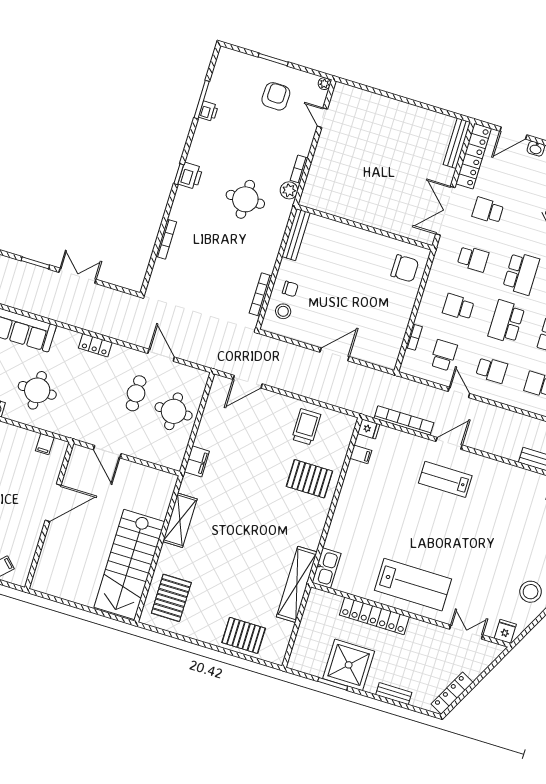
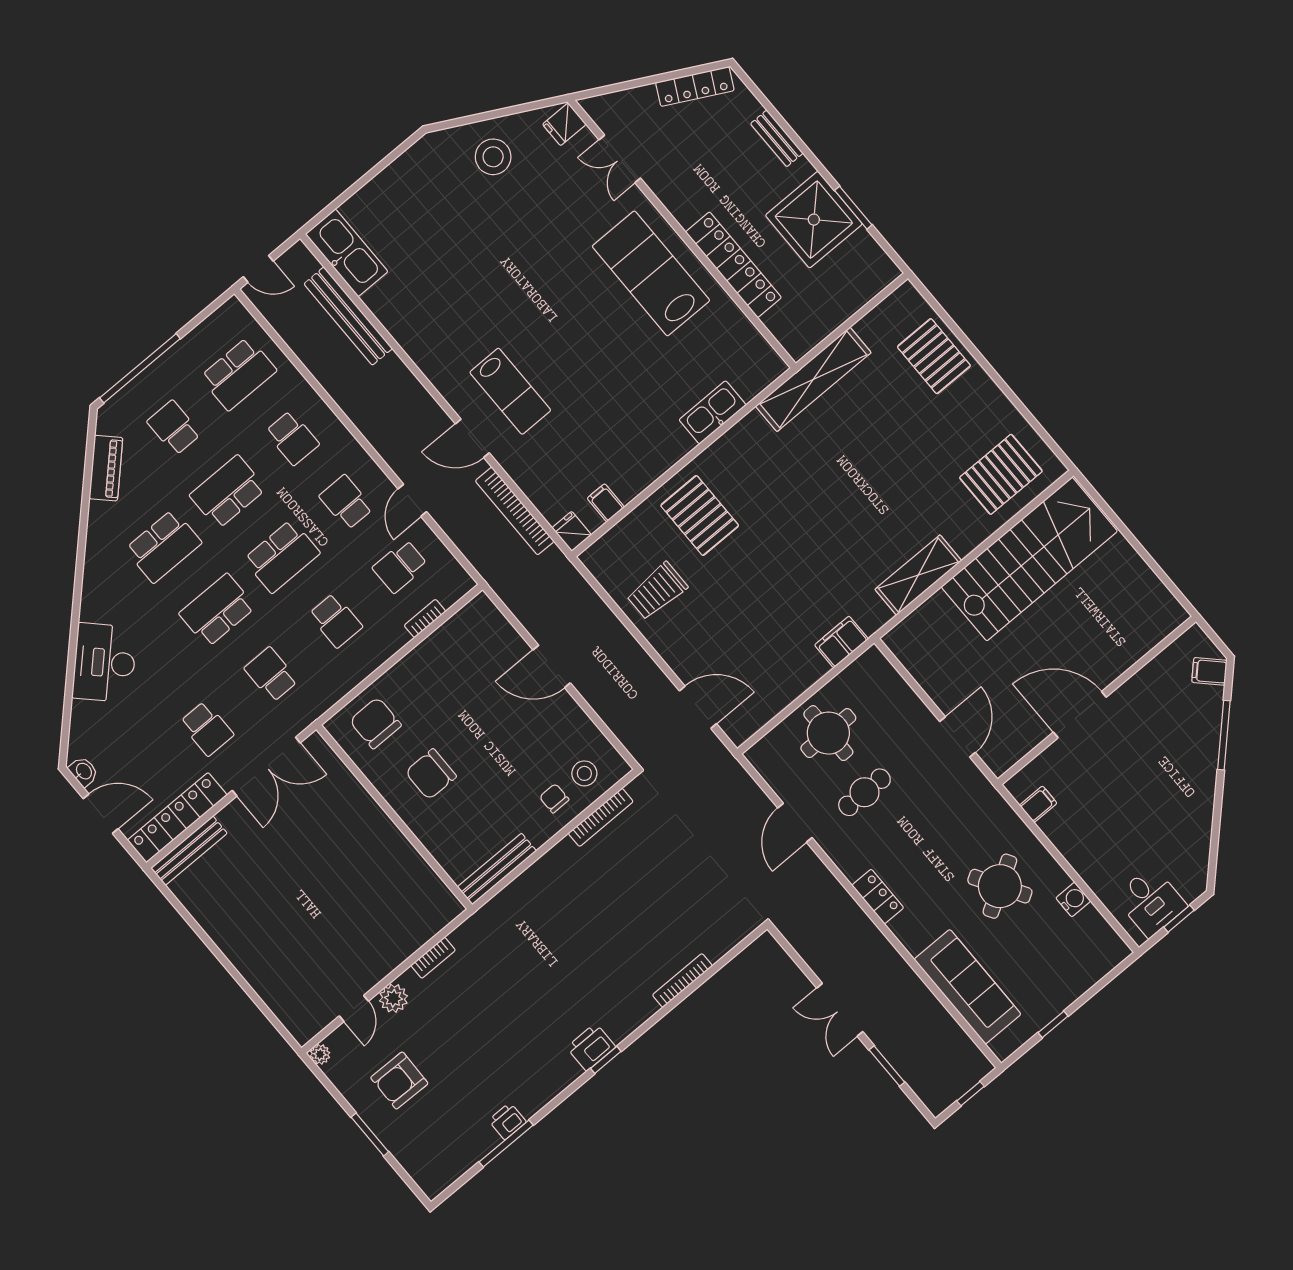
plant: (289, 190) -> (393, 998), moved
round table: (245, 199) -> (536, 964), removed
chair: (360, 261) -> (431, 774), added
round table: (37, 390) -> (1000, 886), turned -31
kitchen sink: (326, 568) -> (713, 412), moved

